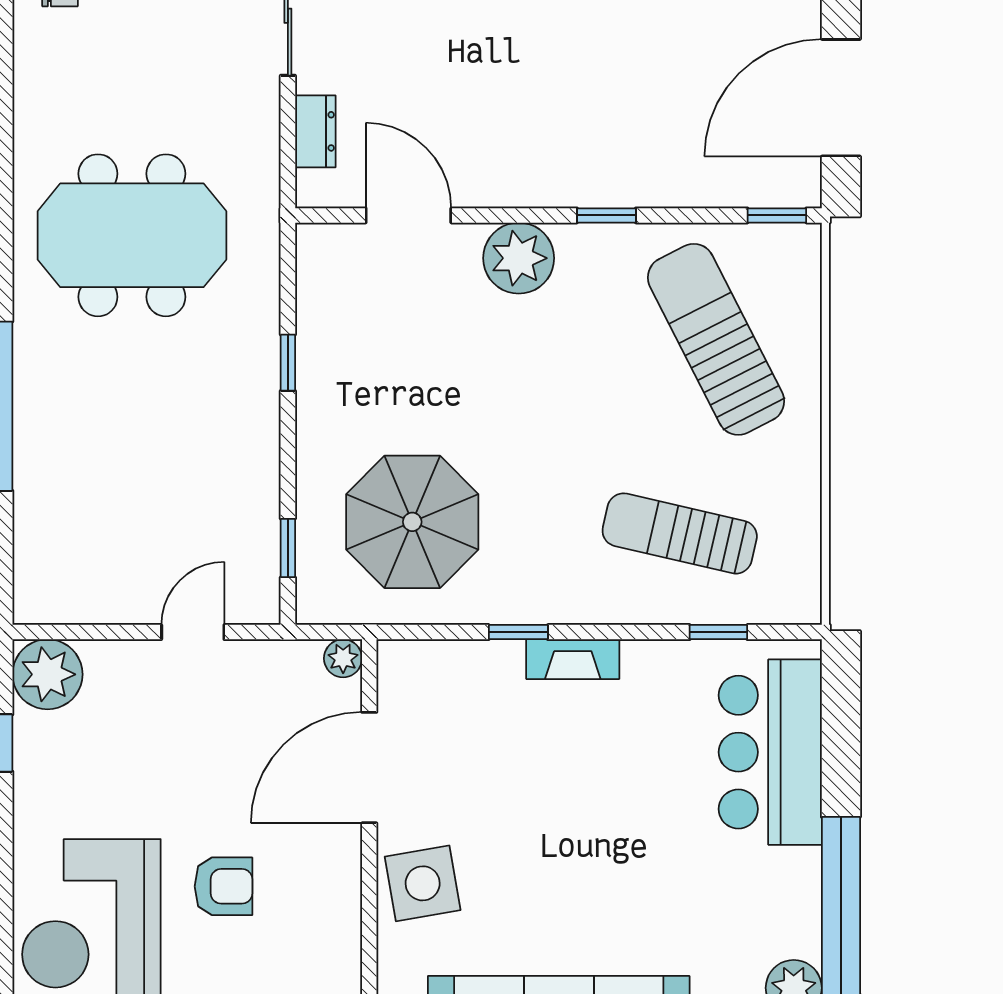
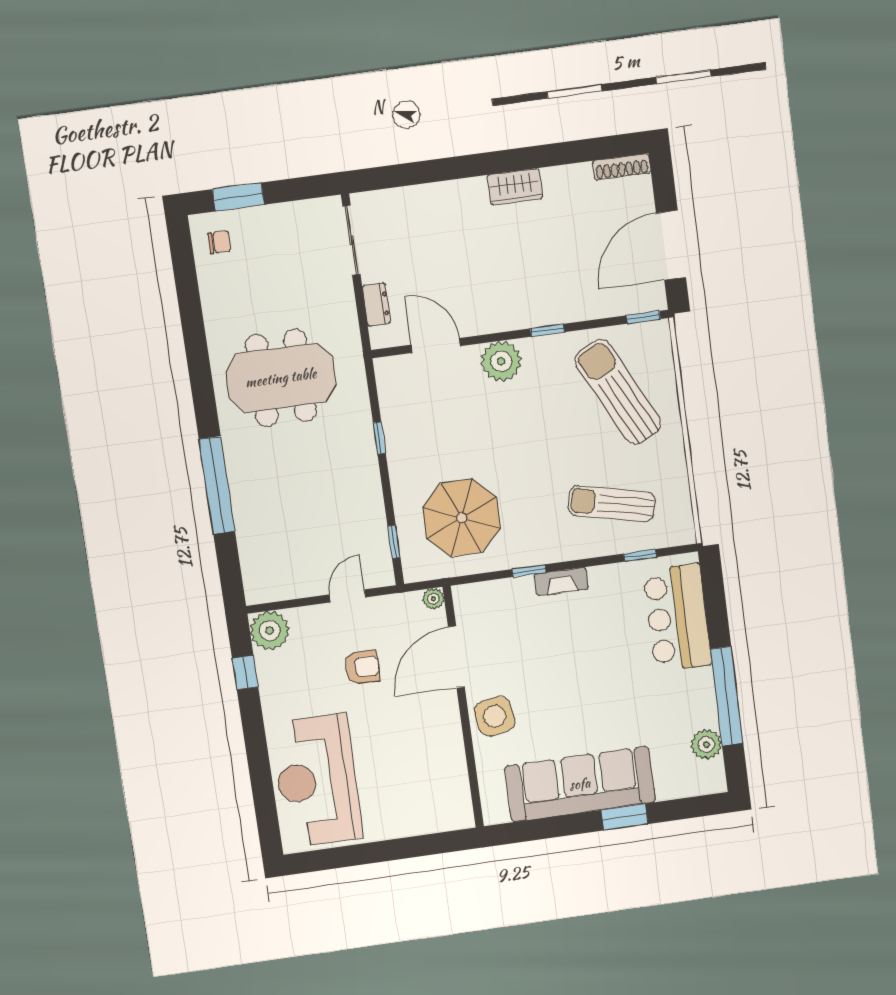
armchair: (223, 886) -> (362, 667), moved

